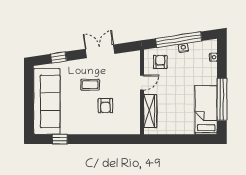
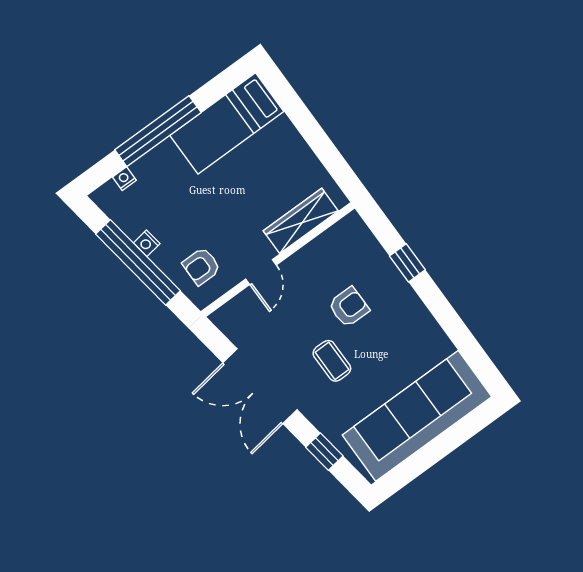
double door: (100, 51) -> (260, 386), width x1.37
door: (142, 83) -> (261, 272), swing flipped
window: (222, 99) -> (158, 131), moved
window: (60, 139) -> (407, 263), moved

